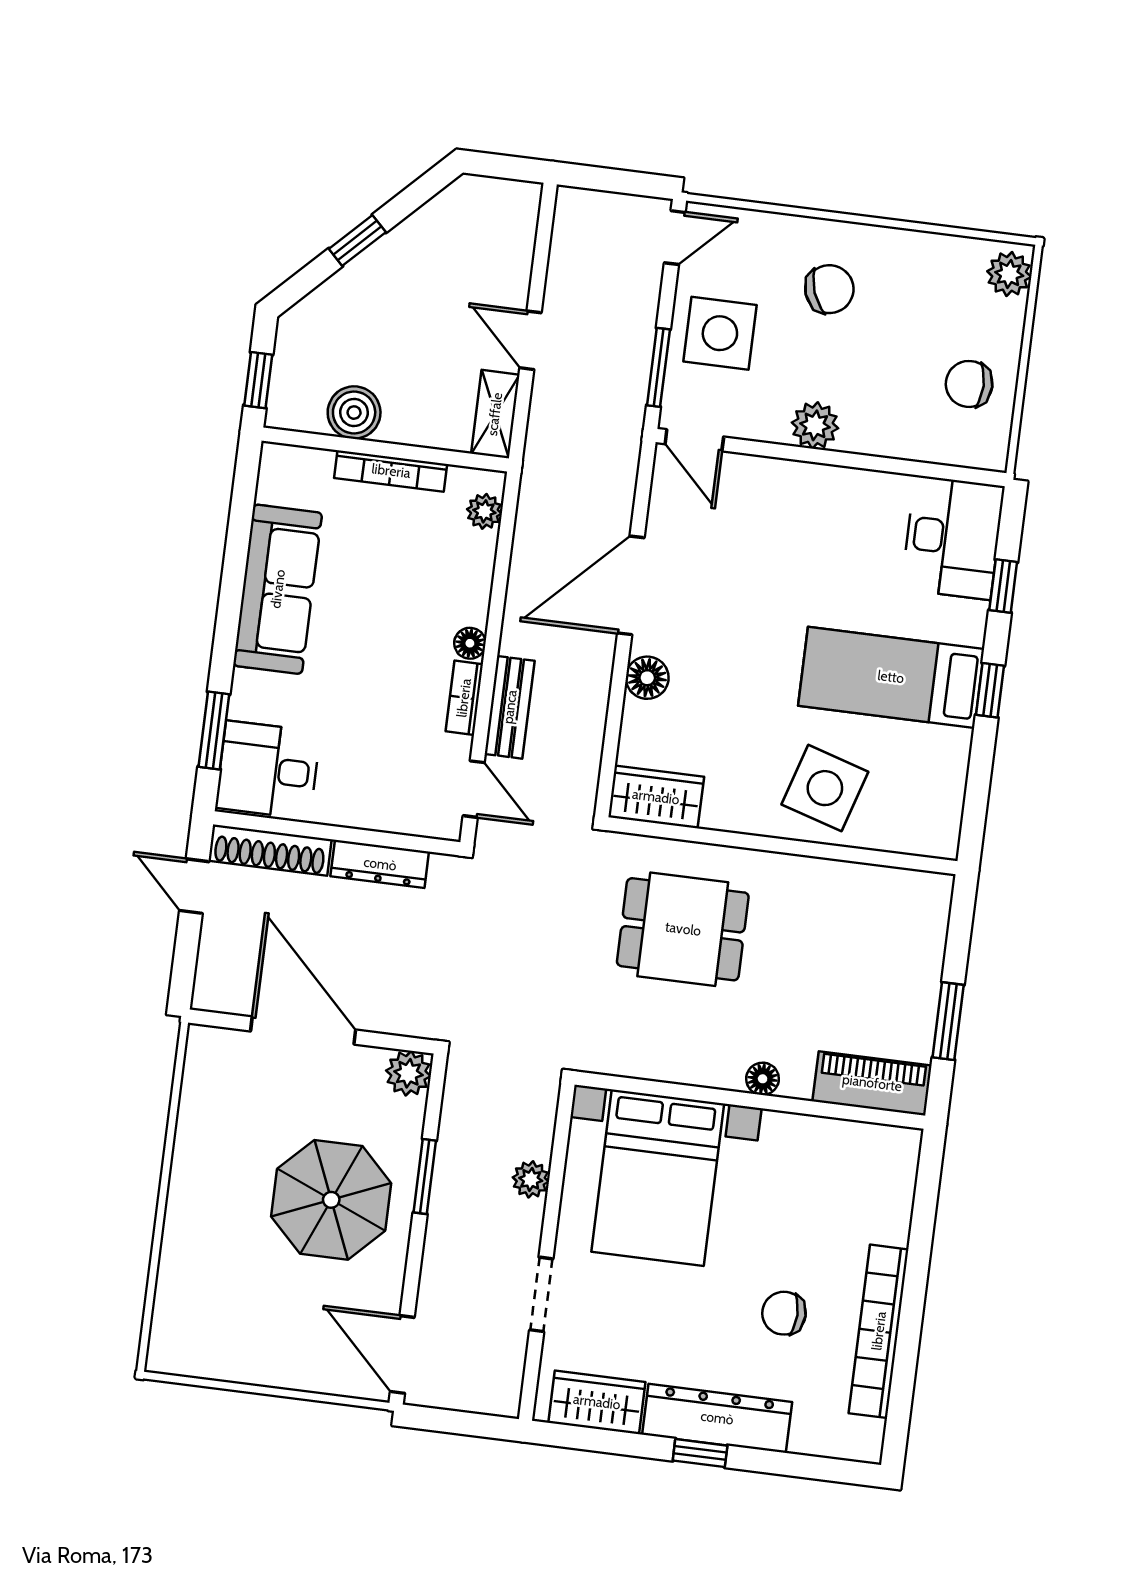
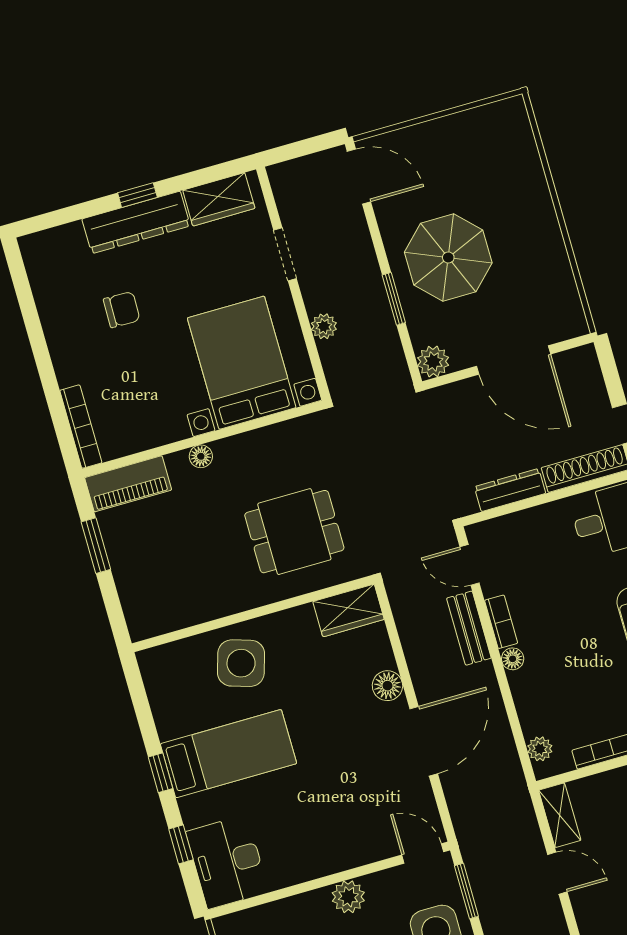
bookcase: (879, 1331) -> (81, 427), moved, width x0.68, depth x0.76

